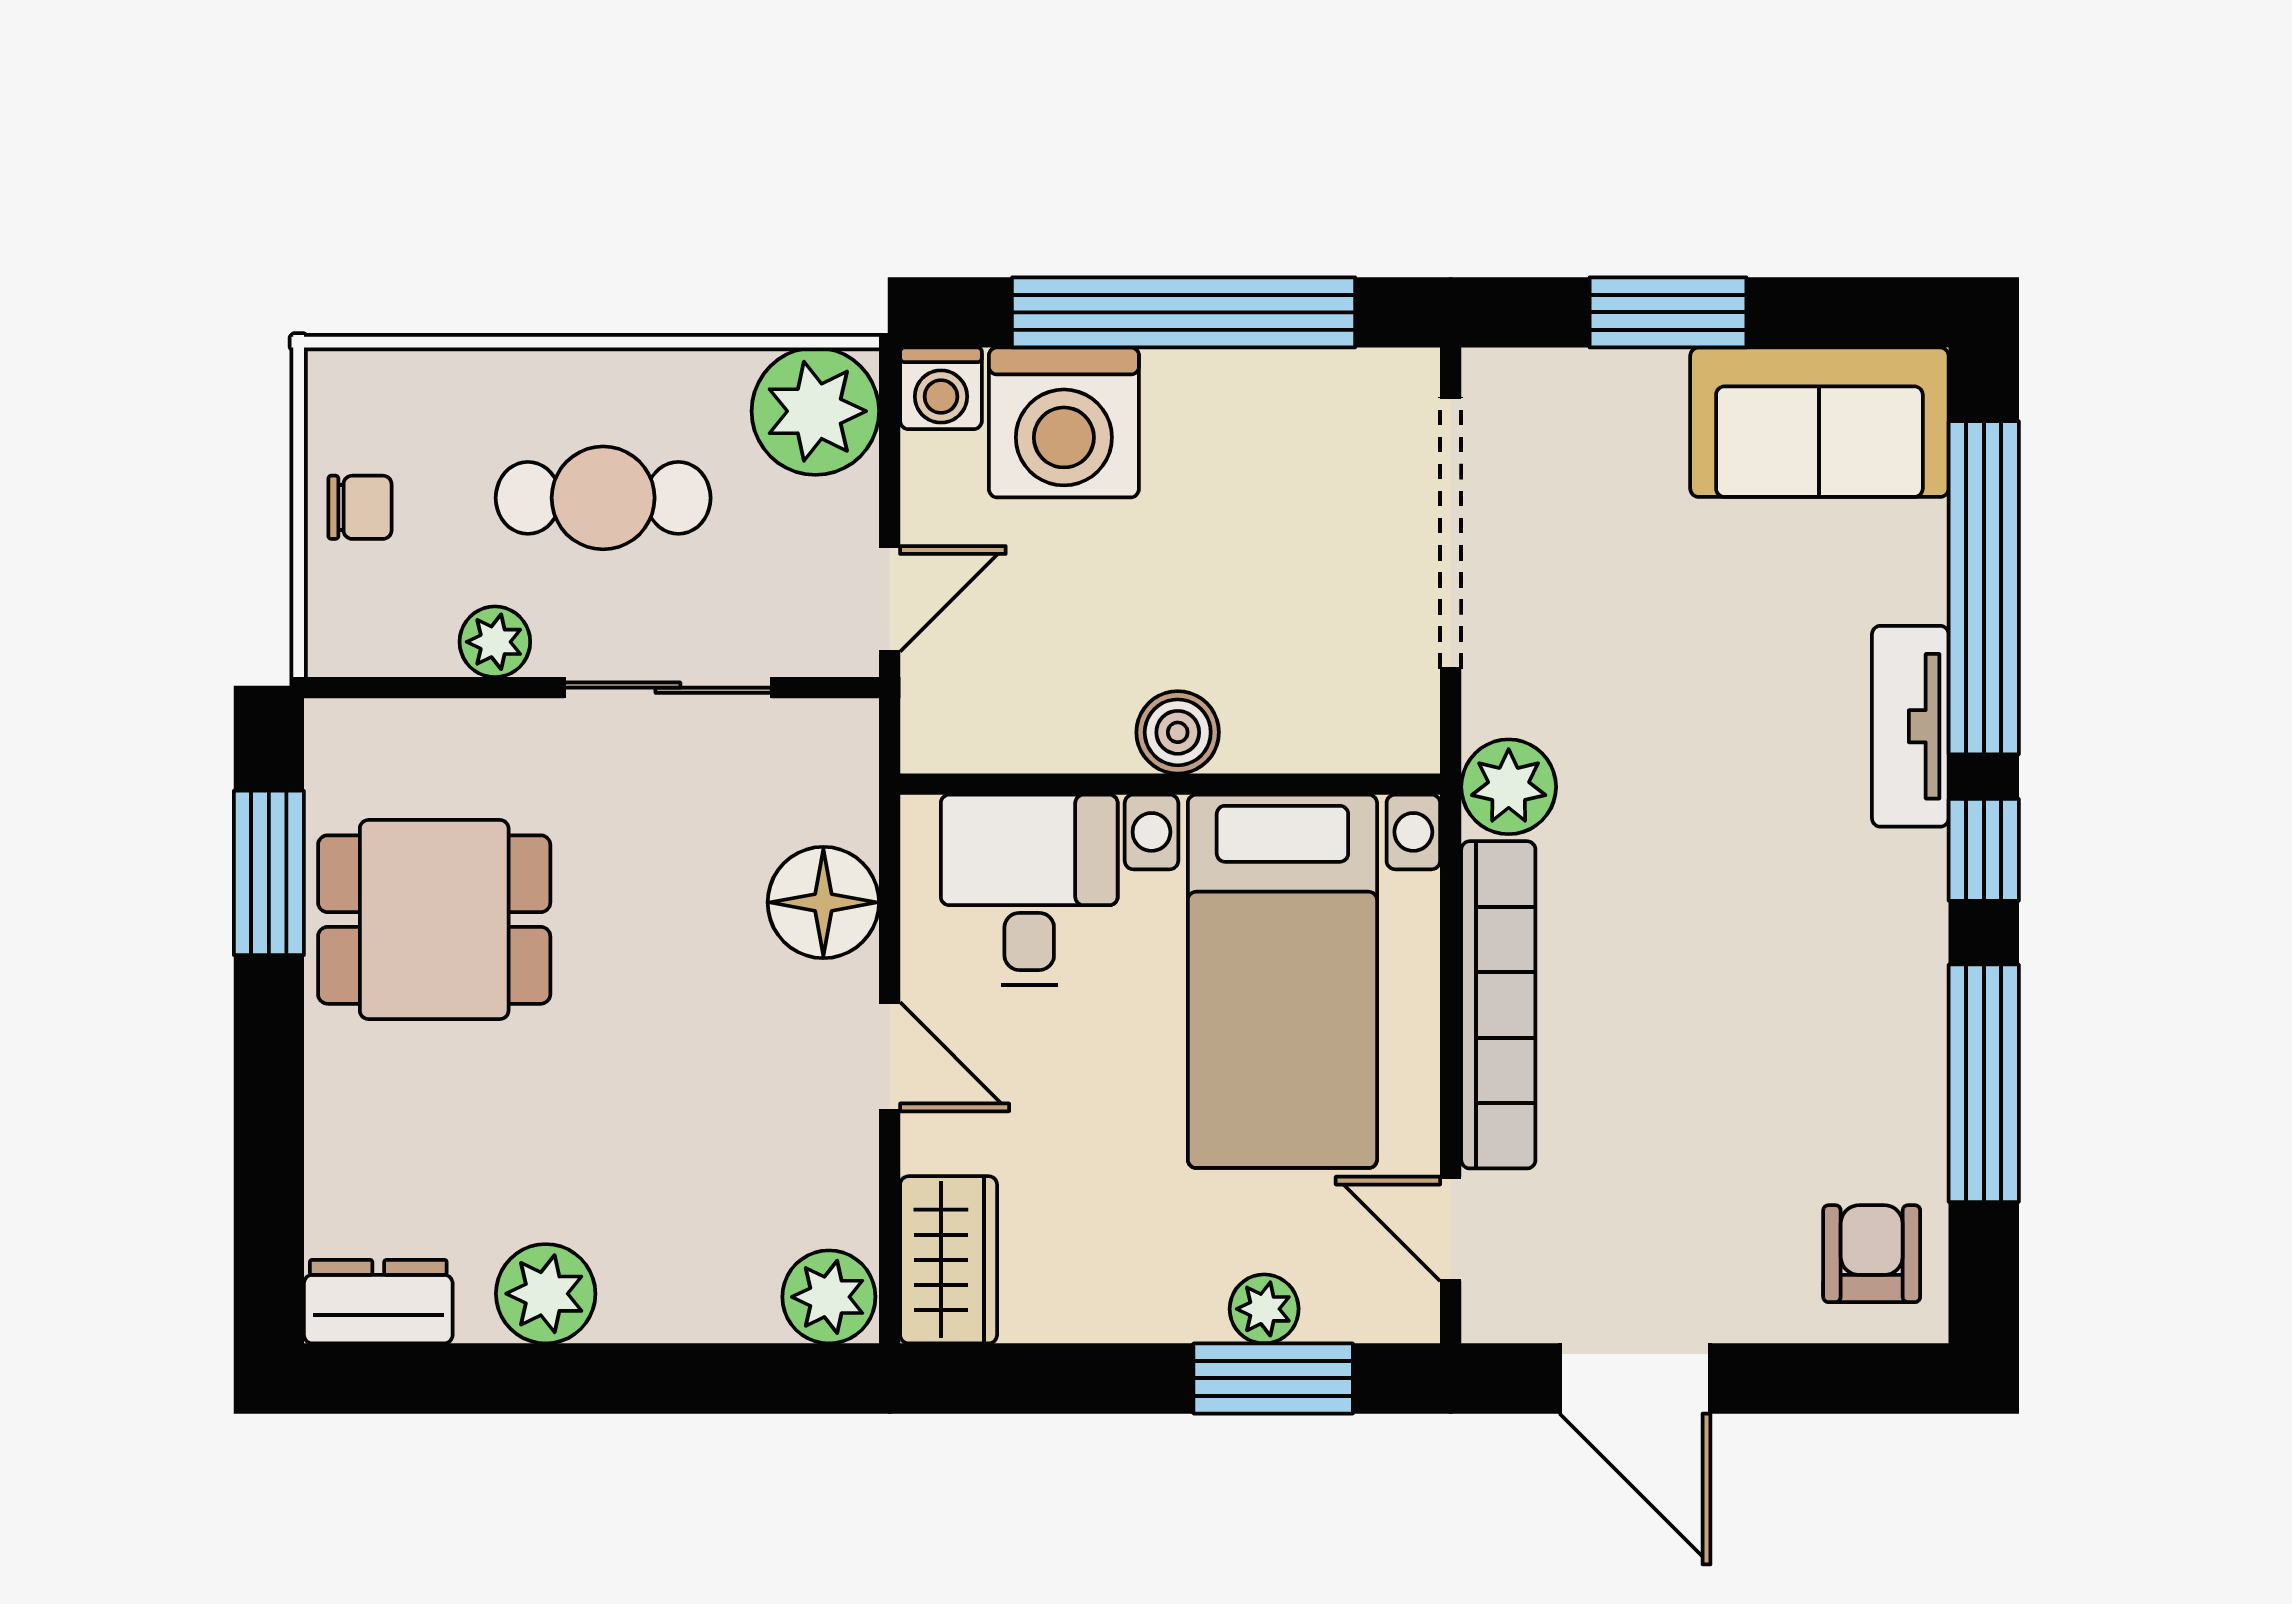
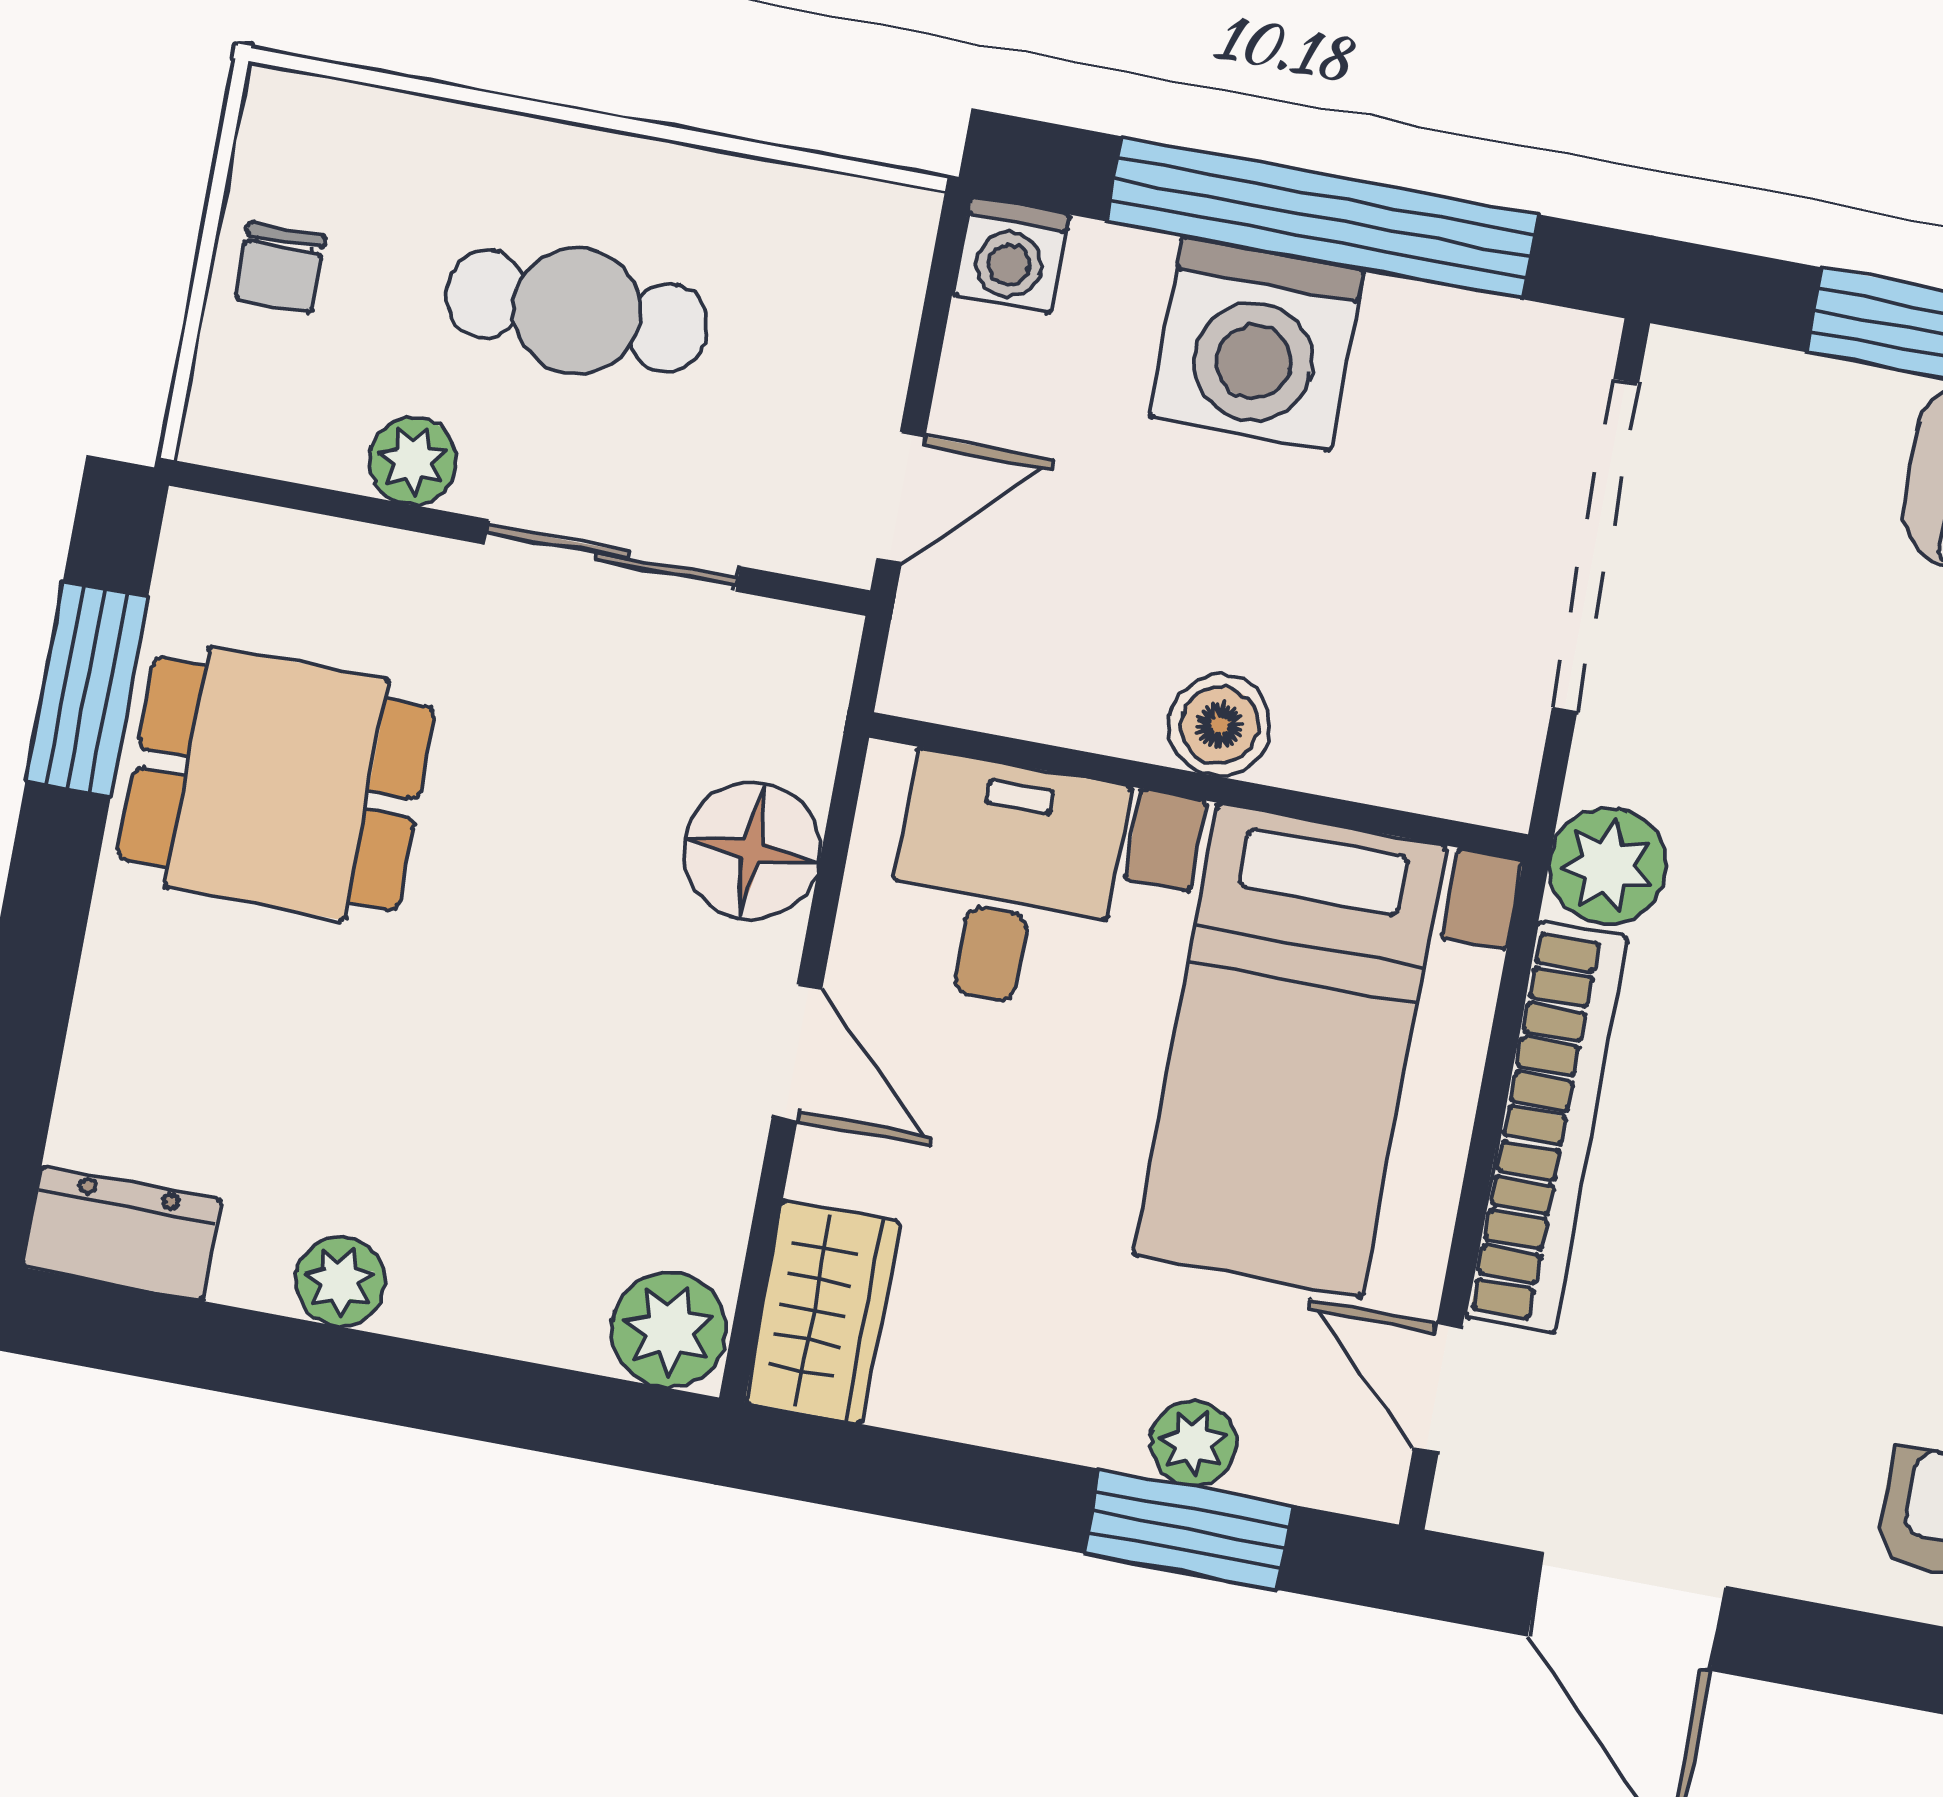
plant: (815, 411) -> (853, 254), removed
washing machine: (1064, 422) -> (1257, 344), moved
chair: (360, 507) -> (280, 267), turned 90
plant: (546, 1294) -> (340, 1281), width x0.73, depth x0.73

